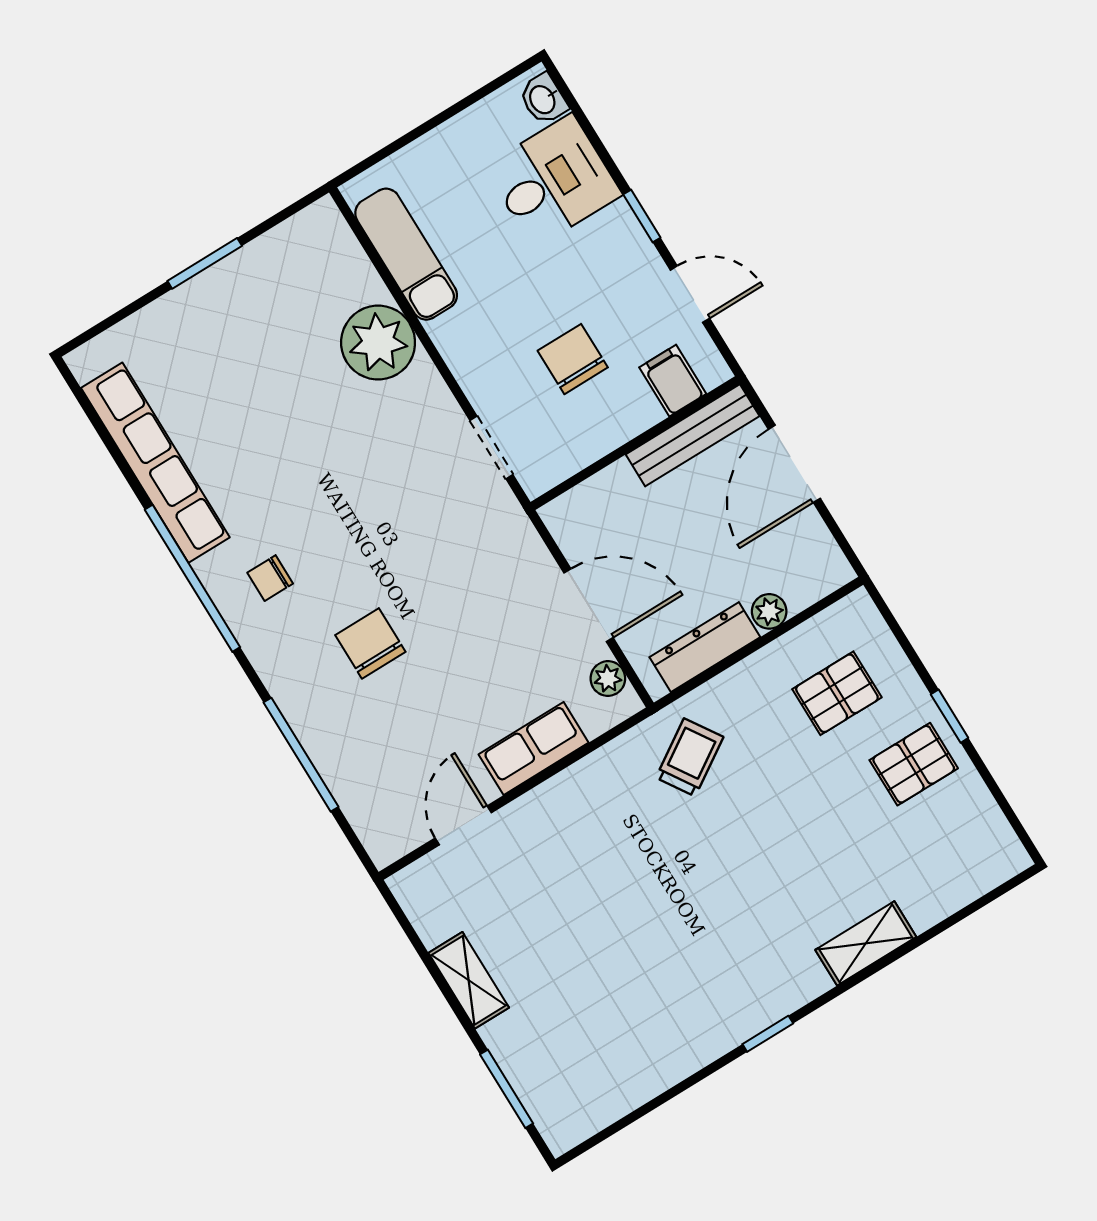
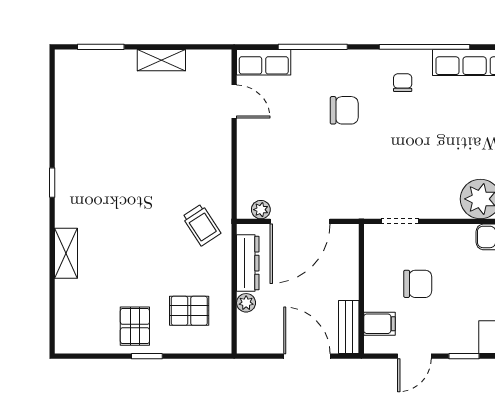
bench: (693, 435) -> (349, 327), width x0.73
door: (589, 605) -> (300, 221), width x1.36
pallet: (837, 693) -> (189, 311), turned 90
row of seats: (534, 749) -> (264, 62), moved, turned 90

